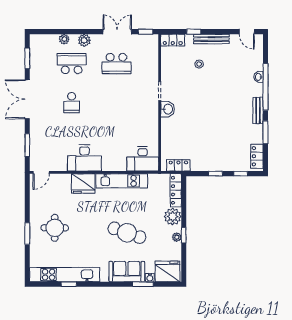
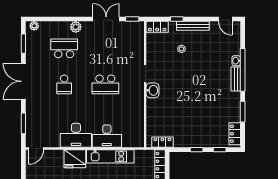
plant: (64, 39) -> (34, 26), moved
school desk: (116, 64) -> (105, 84), moved
bench: (258, 111) -> (236, 79), moved
desk: (143, 159) -> (107, 136), moved

